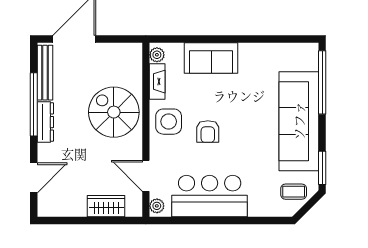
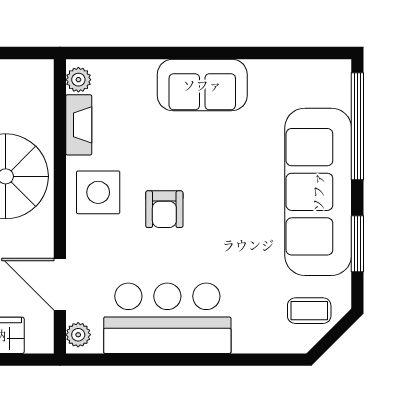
sofa: (211, 58) -> (202, 85), moved
window: (322, 168) -> (357, 244), moved

